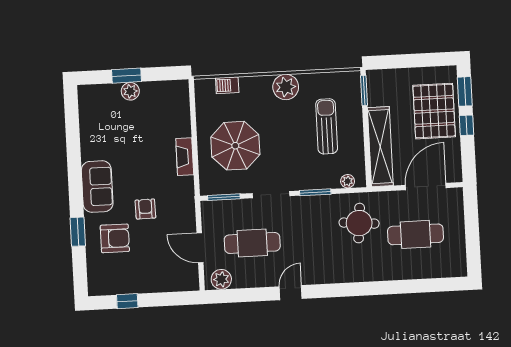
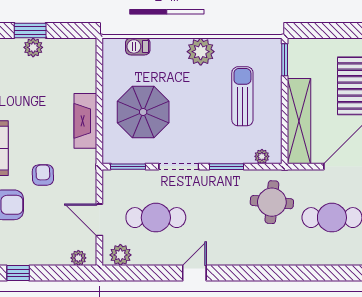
fireplace: (185, 157) -> (85, 121), width x1.37, depth x1.32
plant: (182, 284) -> (78, 258), added

